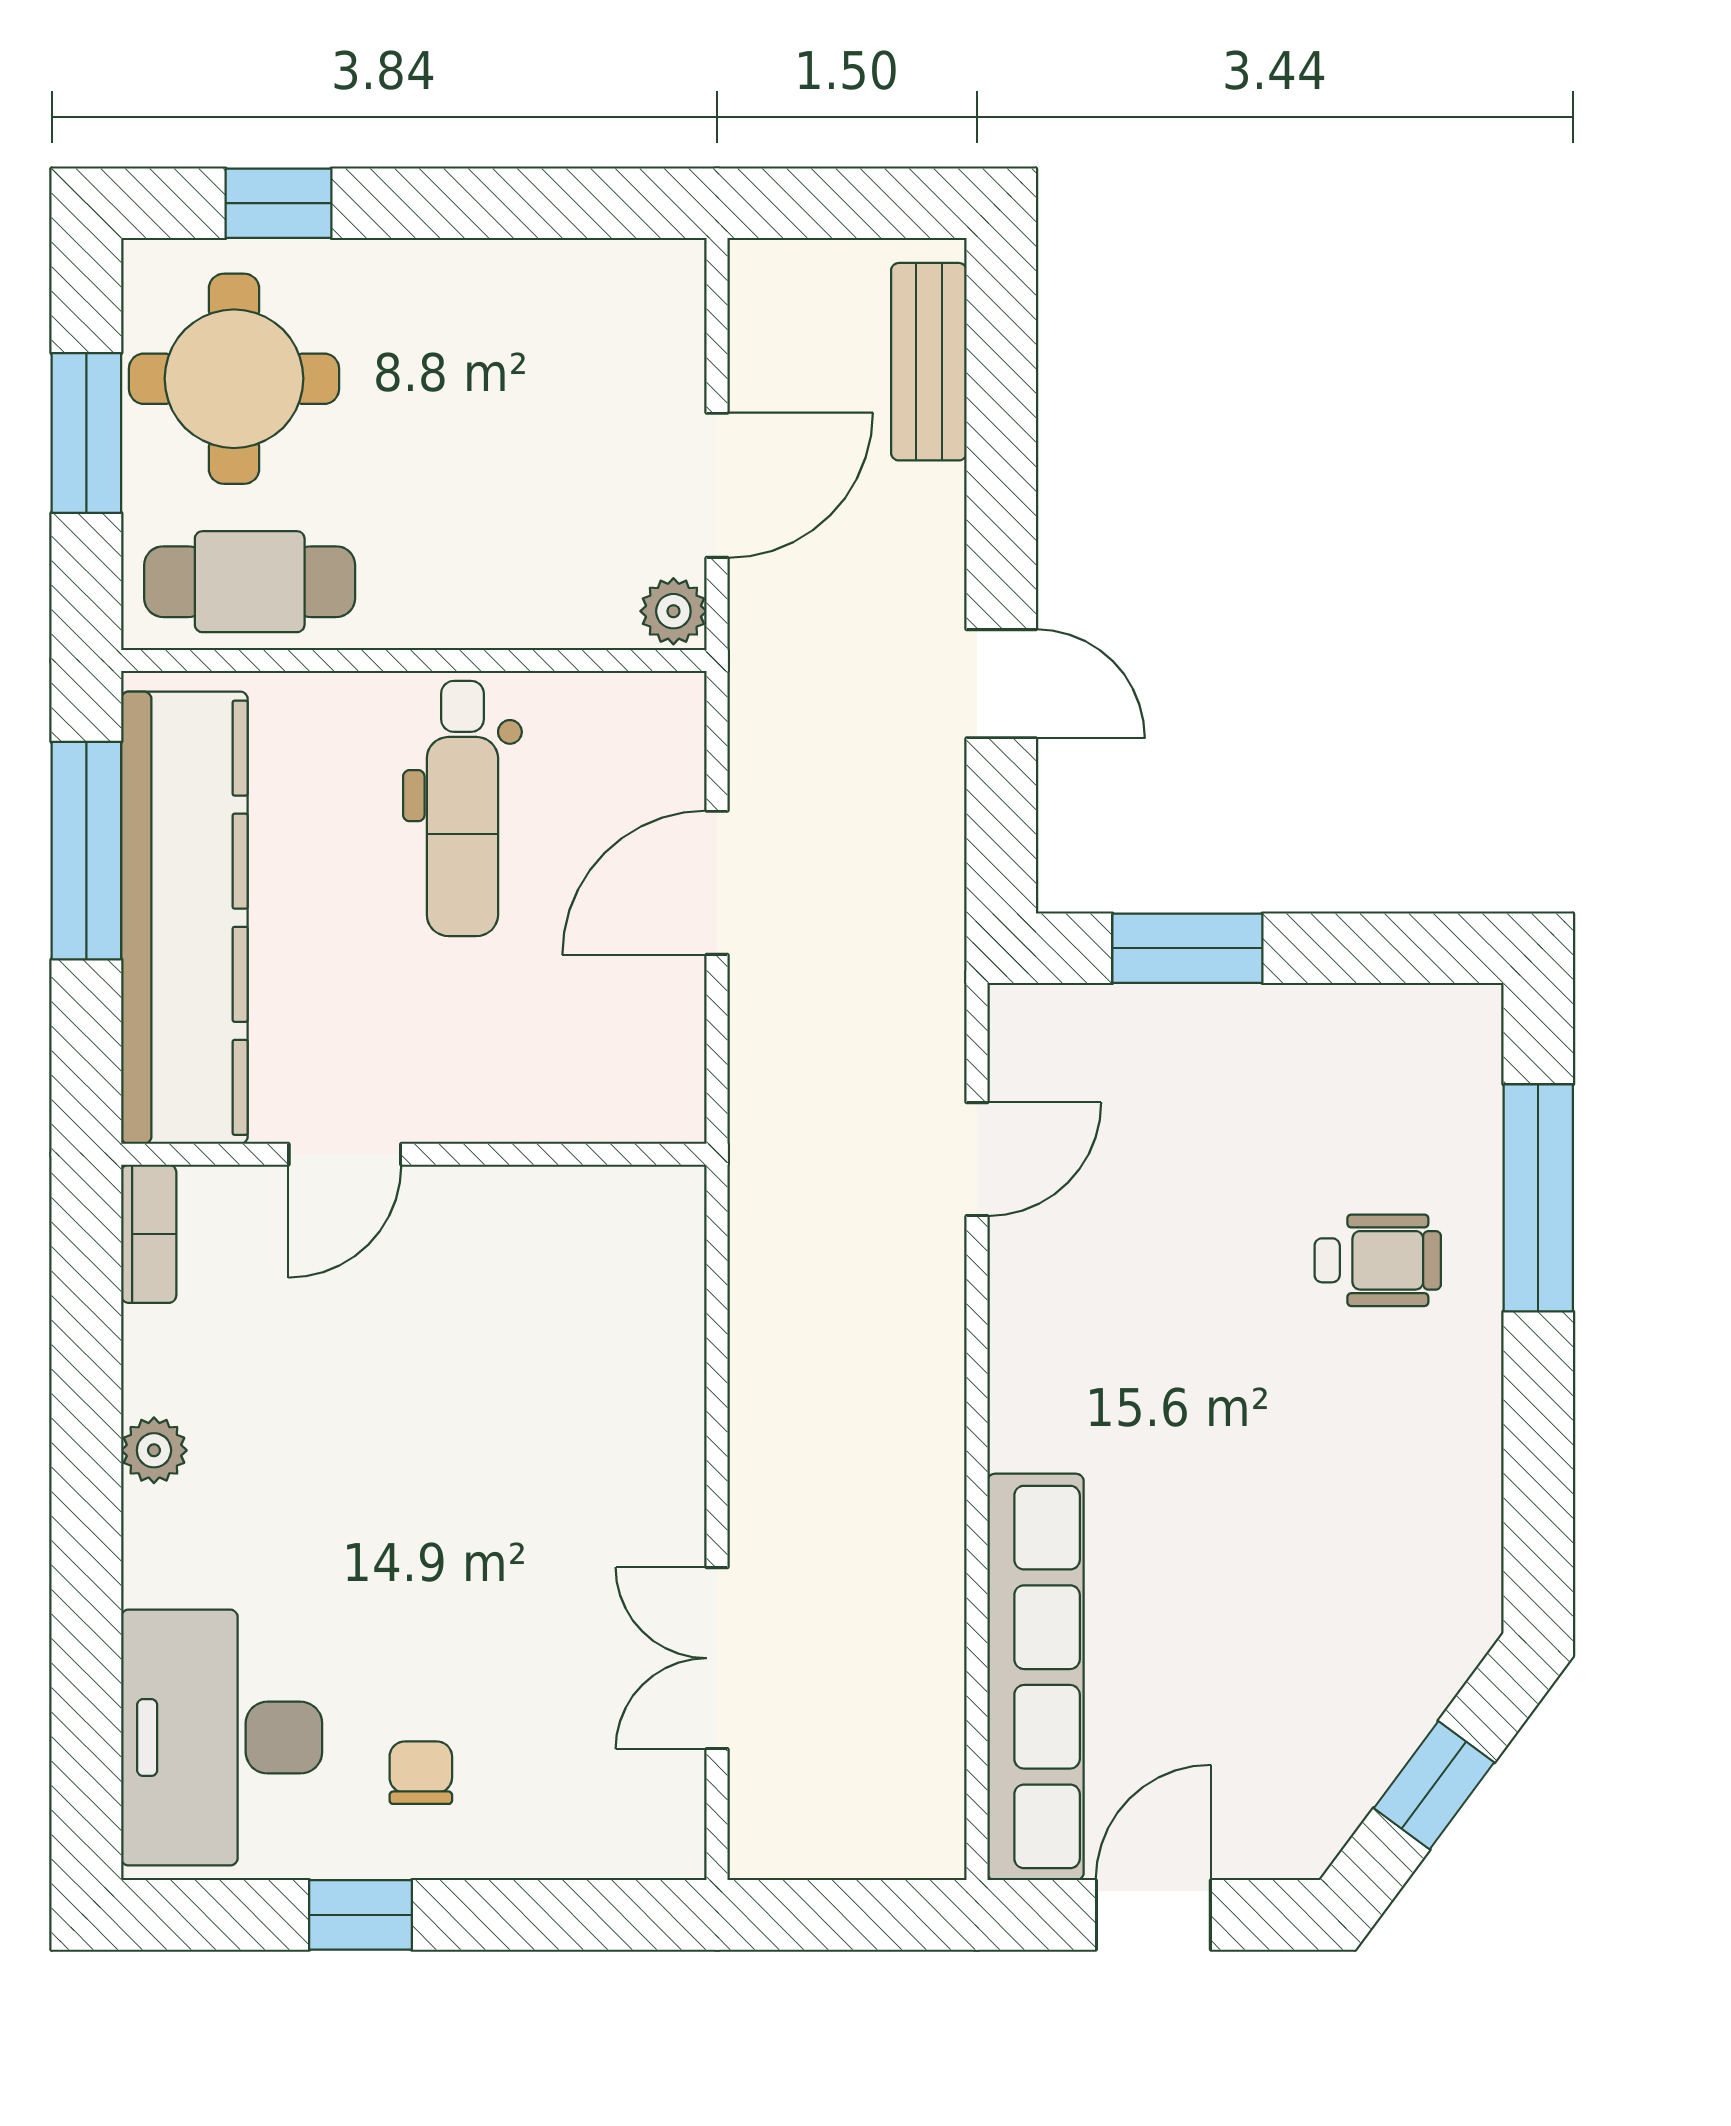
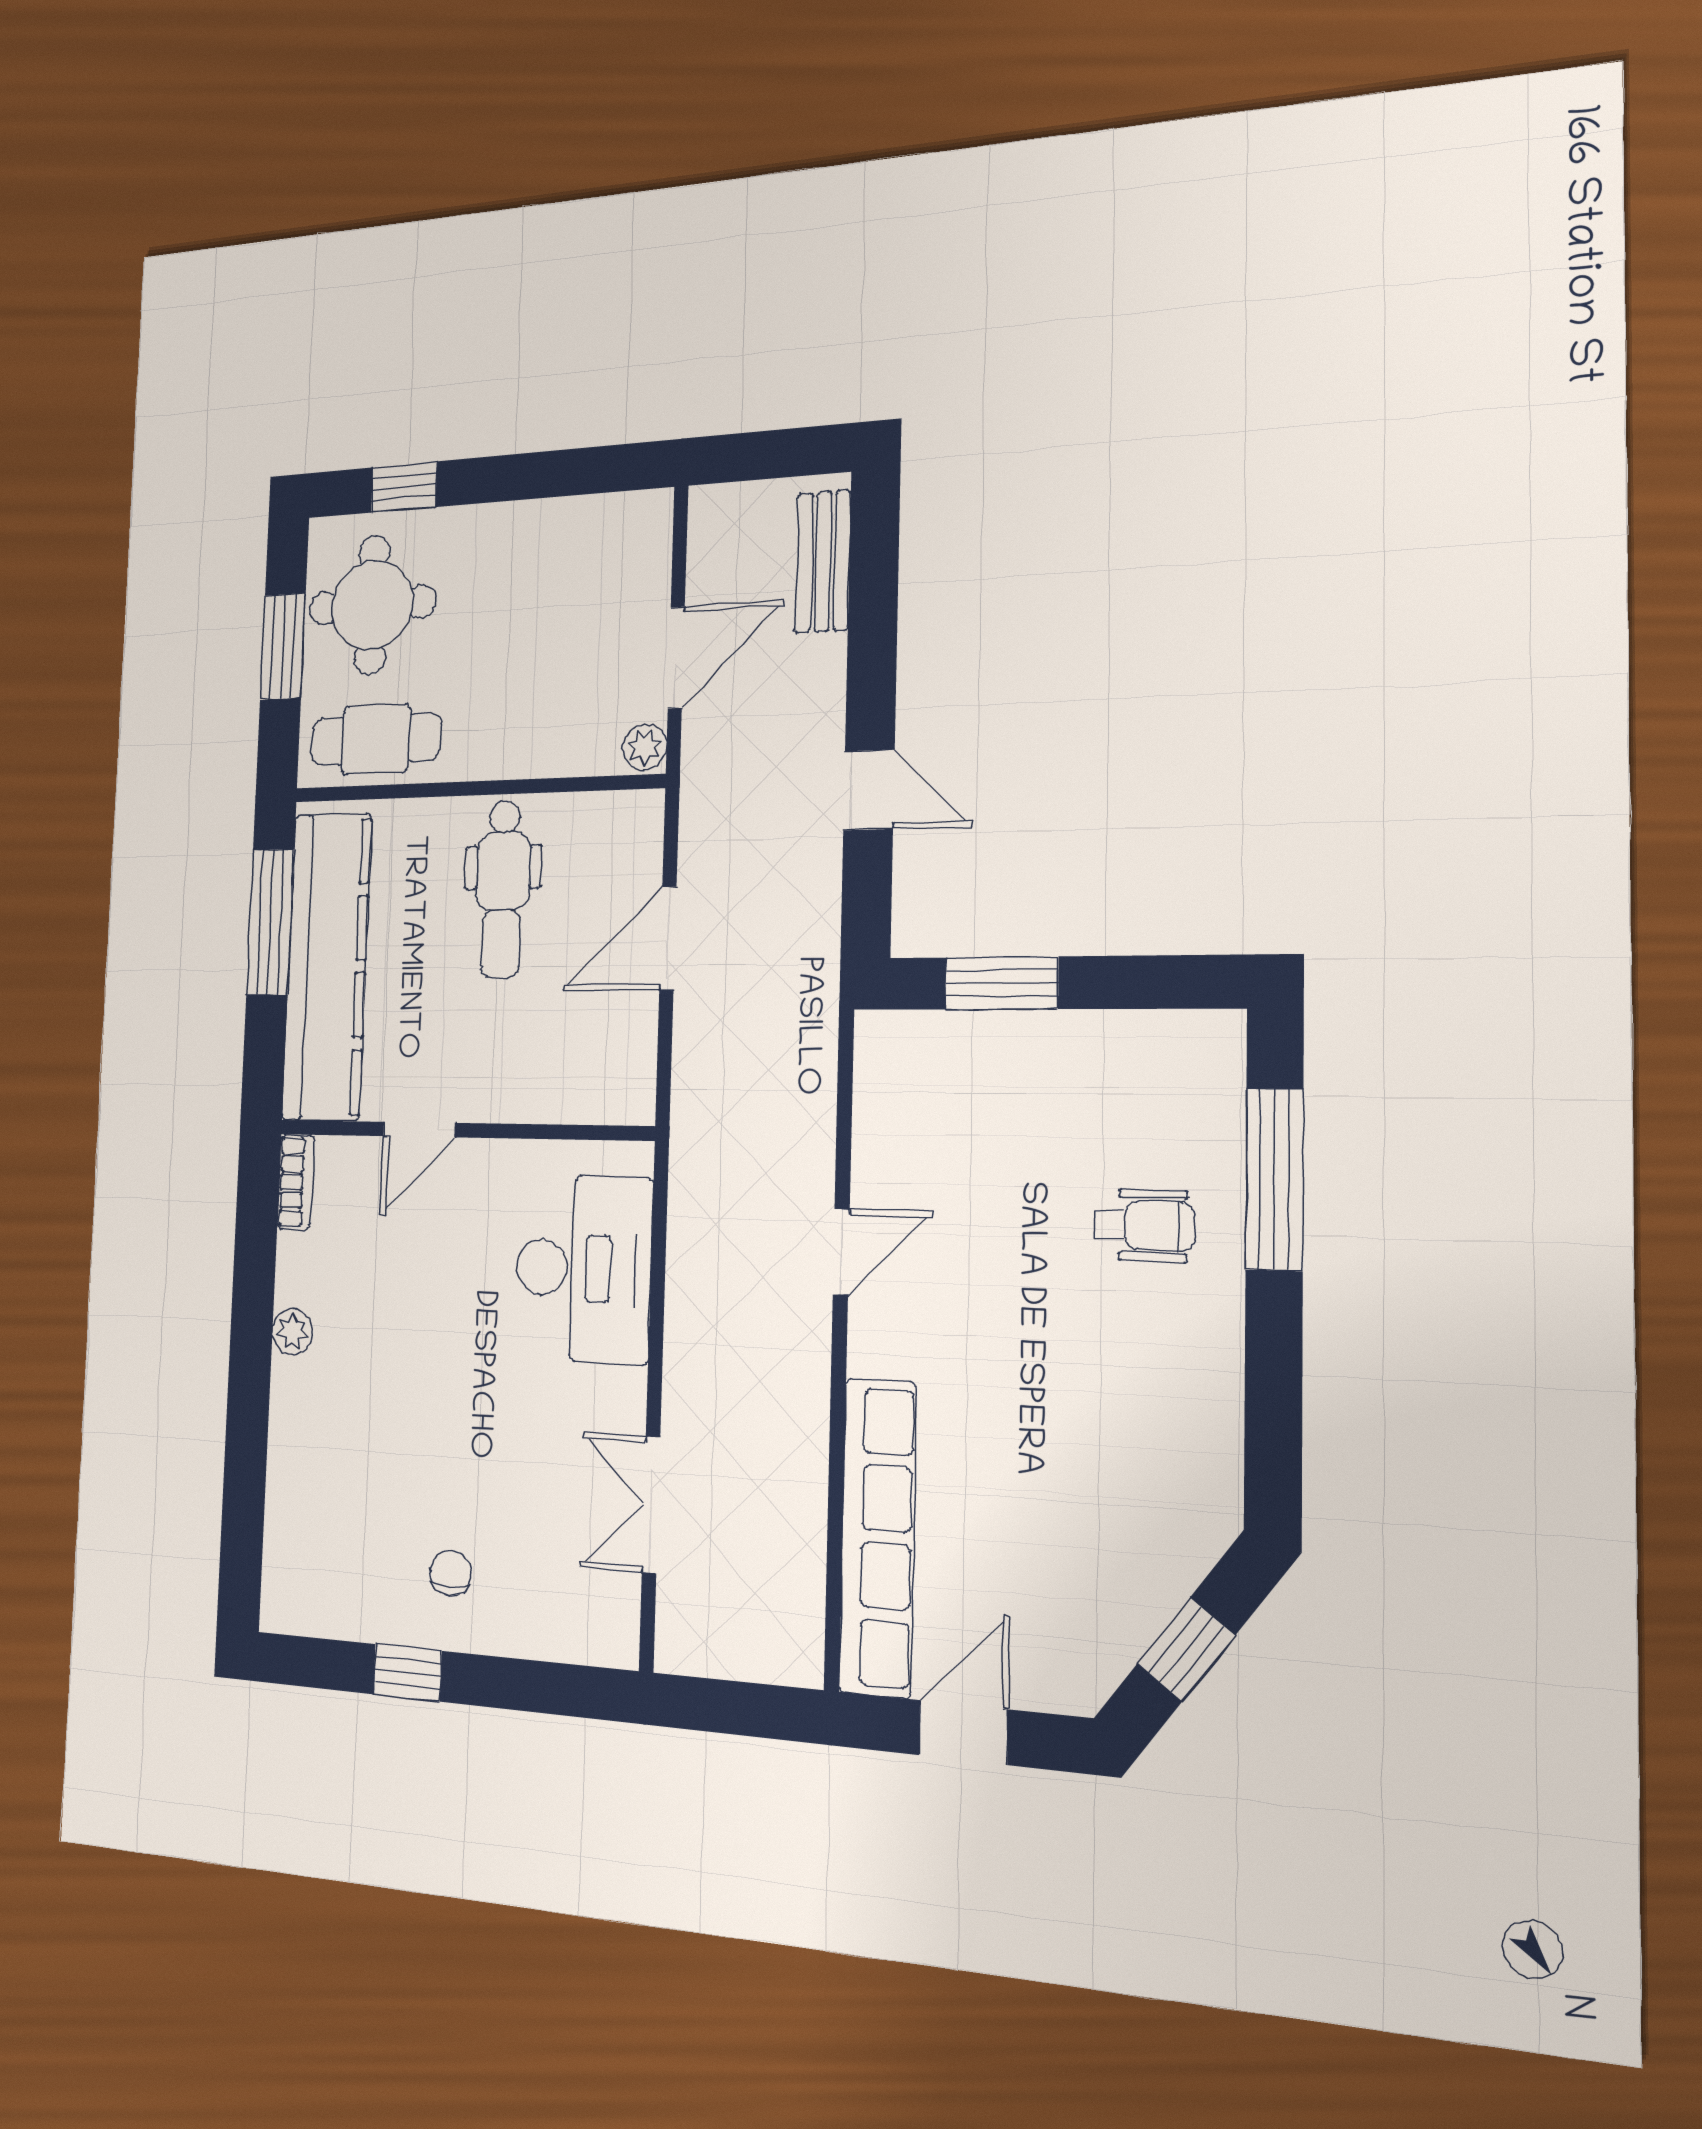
door: (977, 1159) -> (841, 1252), moved
desk: (222, 1738) -> (583, 1268), moved, turned 180

